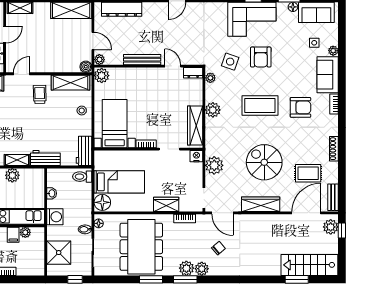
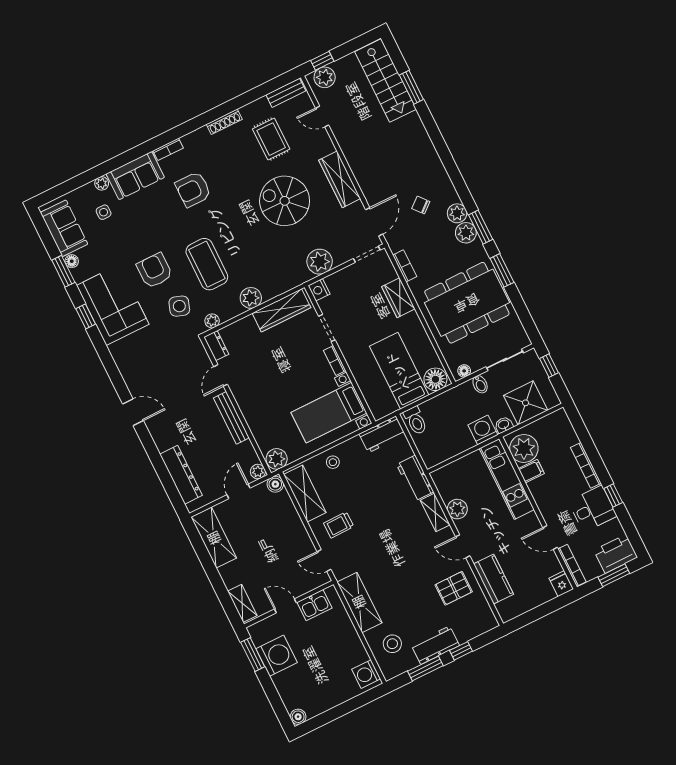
armchair: (261, 57) -> (155, 270), turned -90
coffee table: (260, 105) -> (207, 264), moved
armchair: (300, 107) -> (193, 189), turned -90
spiral stairs: (264, 162) -> (285, 201), turned 90
washbasin: (52, 193) -> (504, 425), moved
door: (306, 213) -> (322, 117), width x0.53
plant: (25, 232) -> (524, 448), width x1.87, depth x1.87

